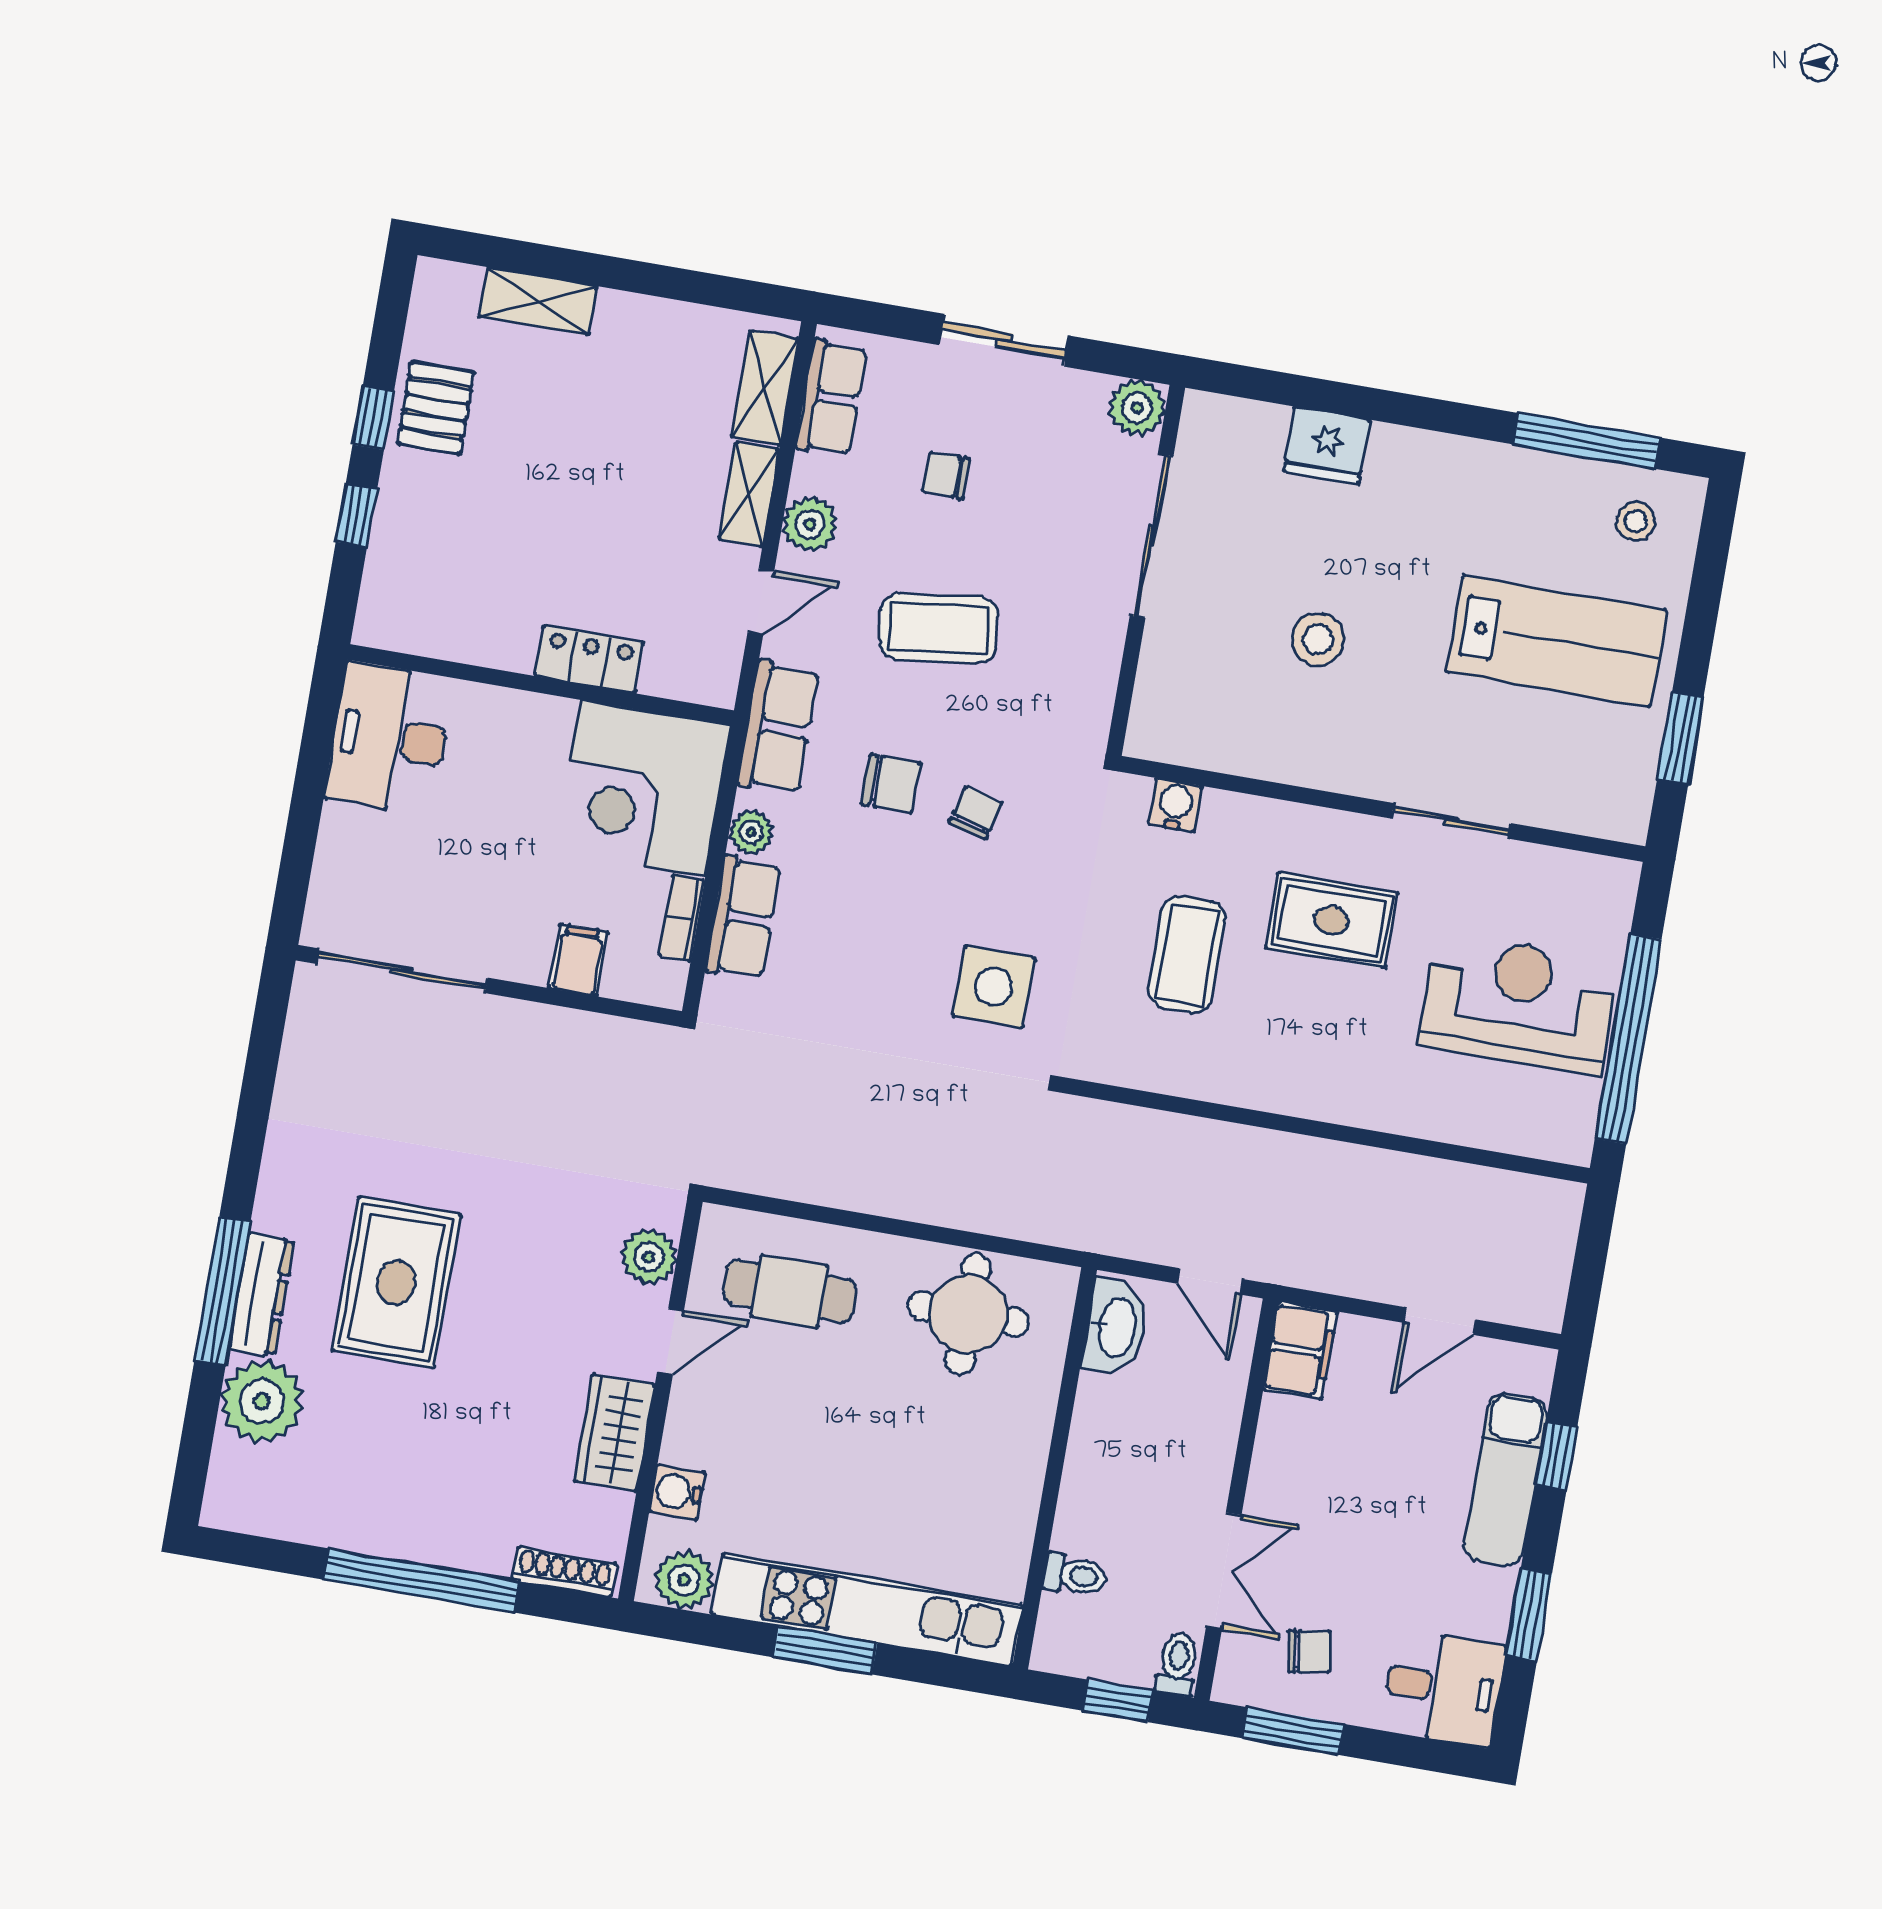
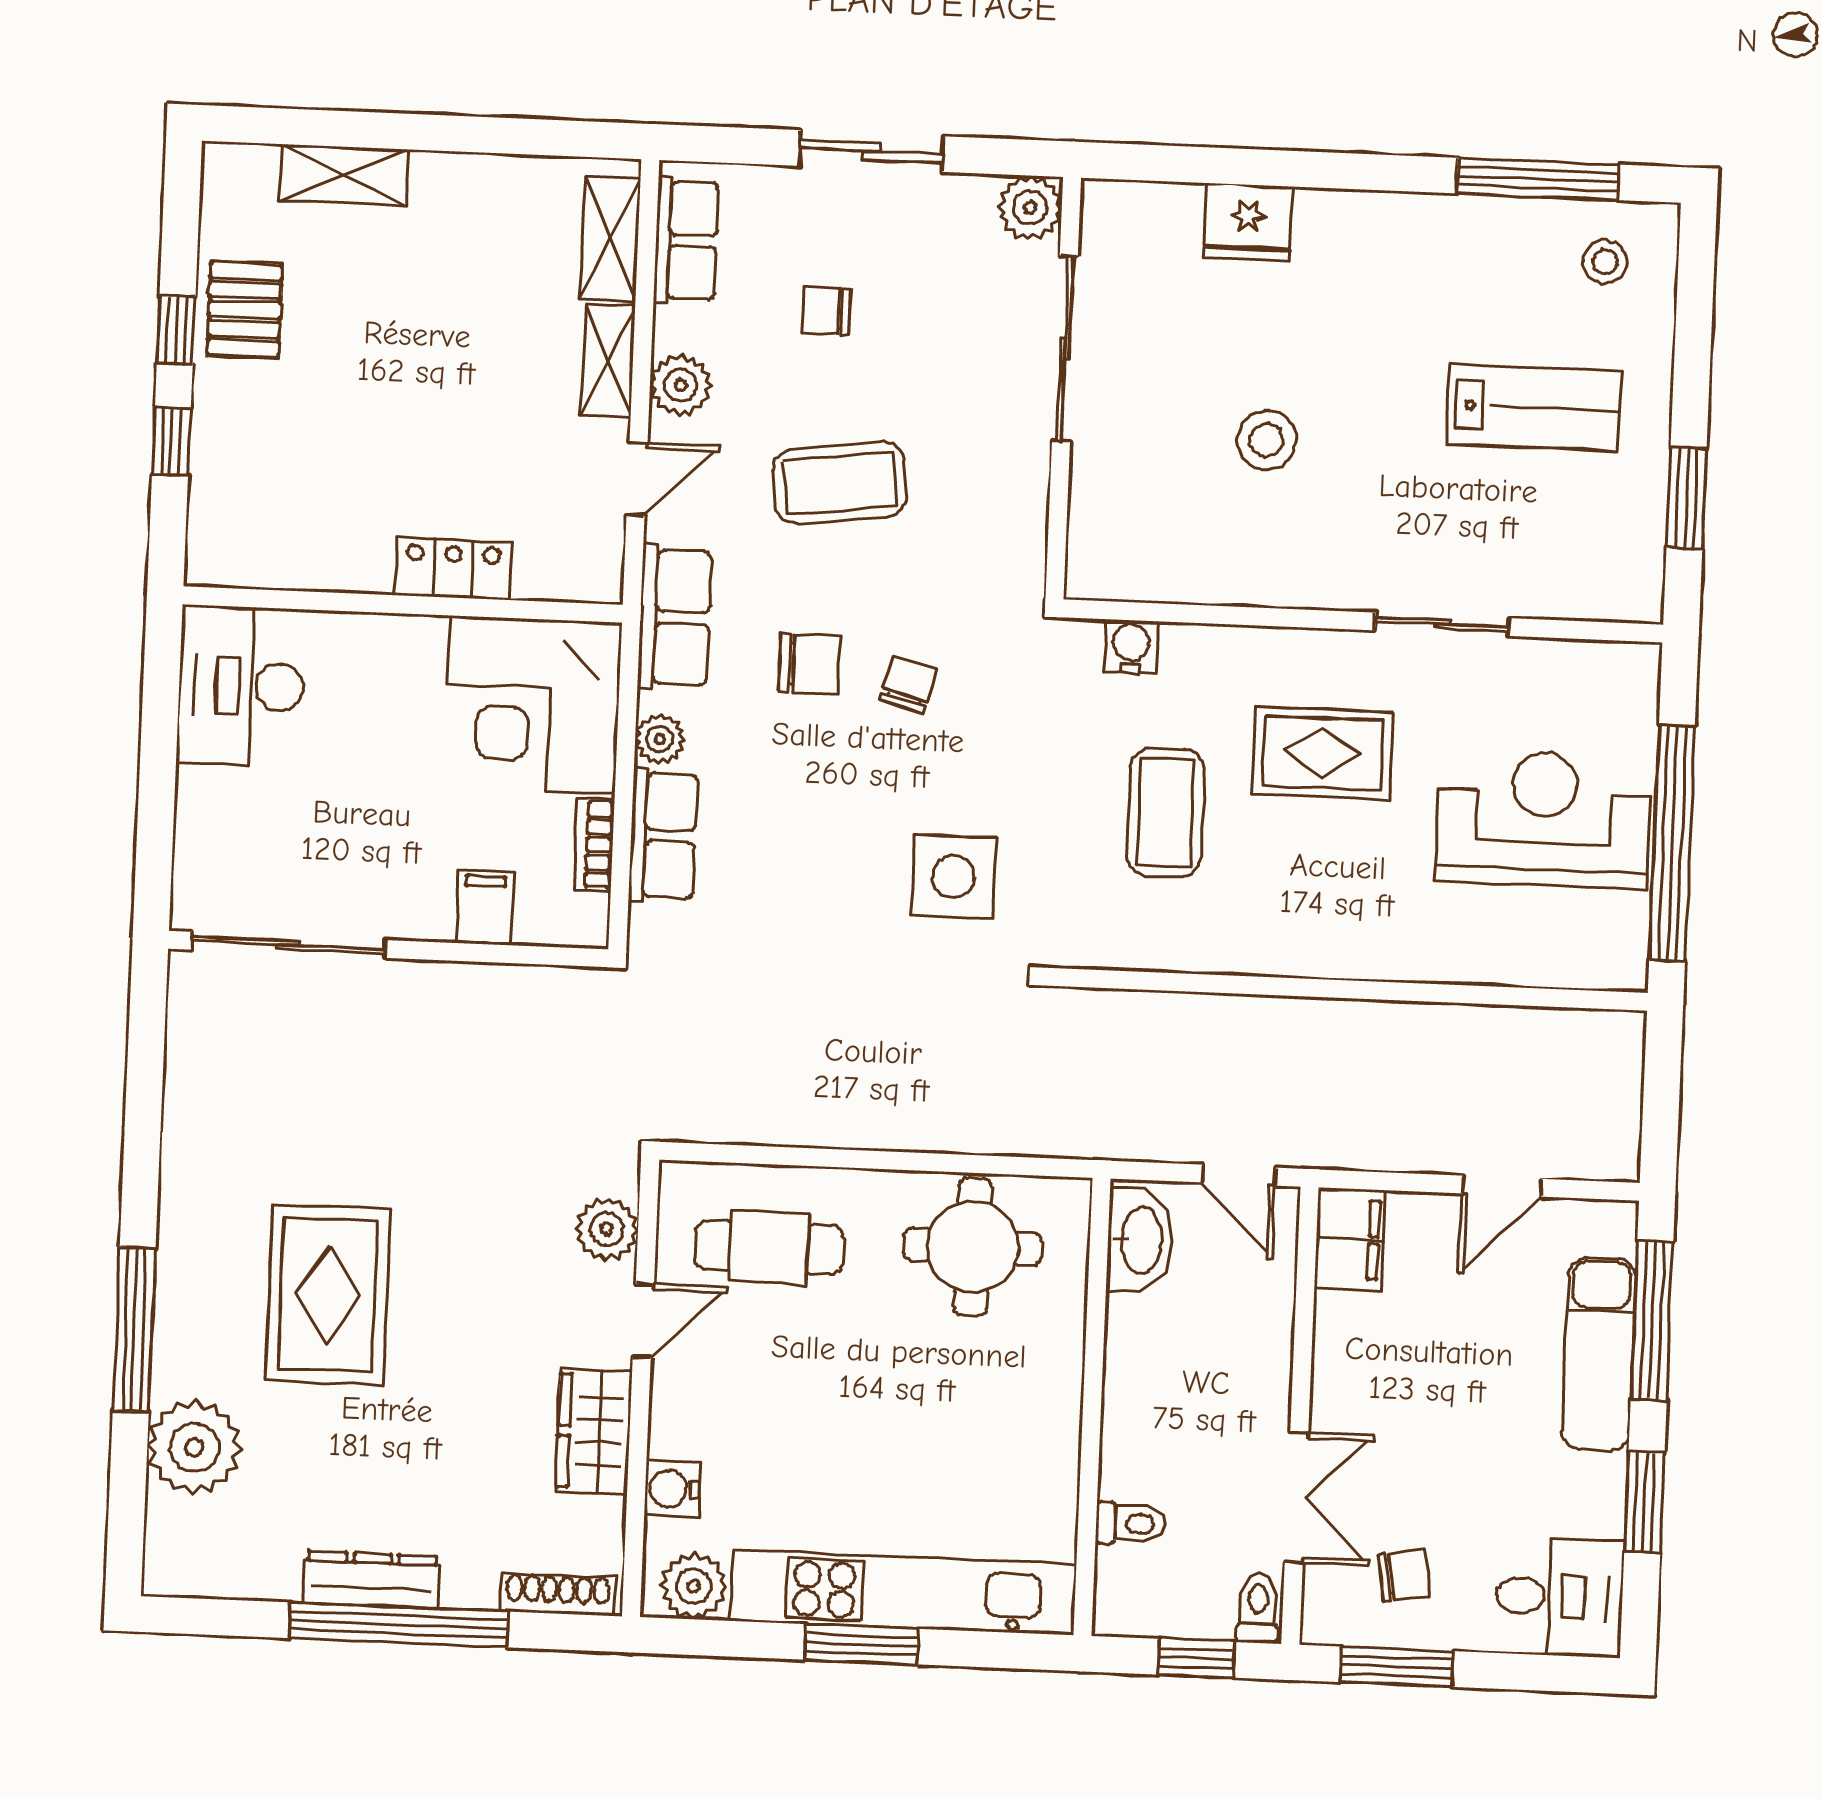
lab bench: (1557, 641) -> (1534, 408), width x0.73, depth x0.72
dresser: (261, 1294) -> (372, 1580), moved, turned -90
window: (1556, 1456) -> (1652, 1321), width x2.17

